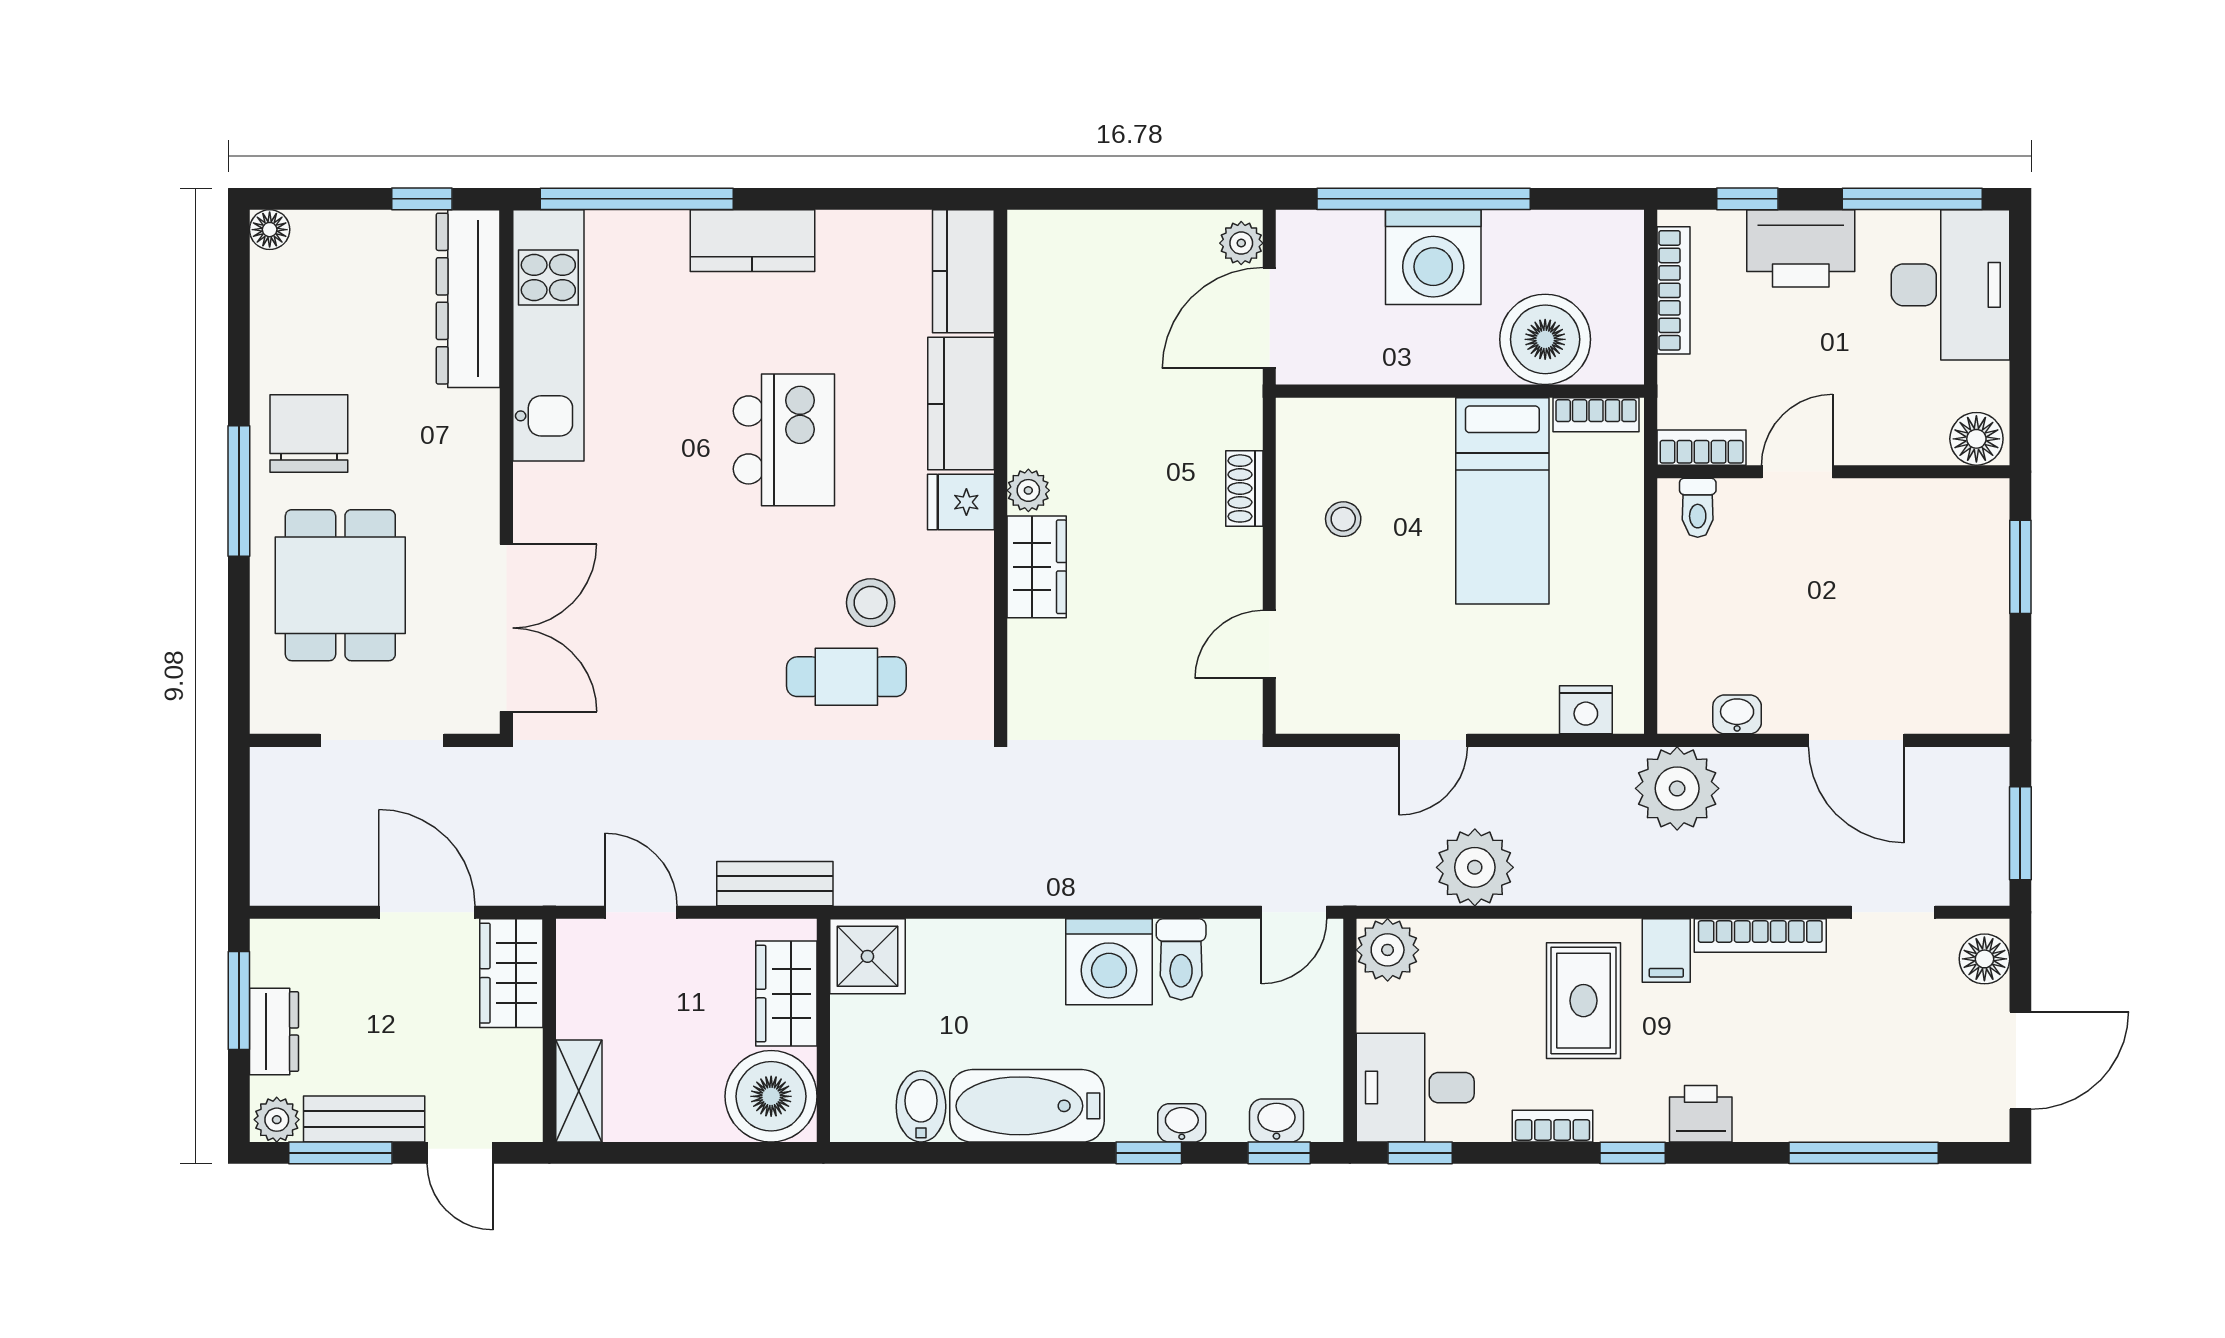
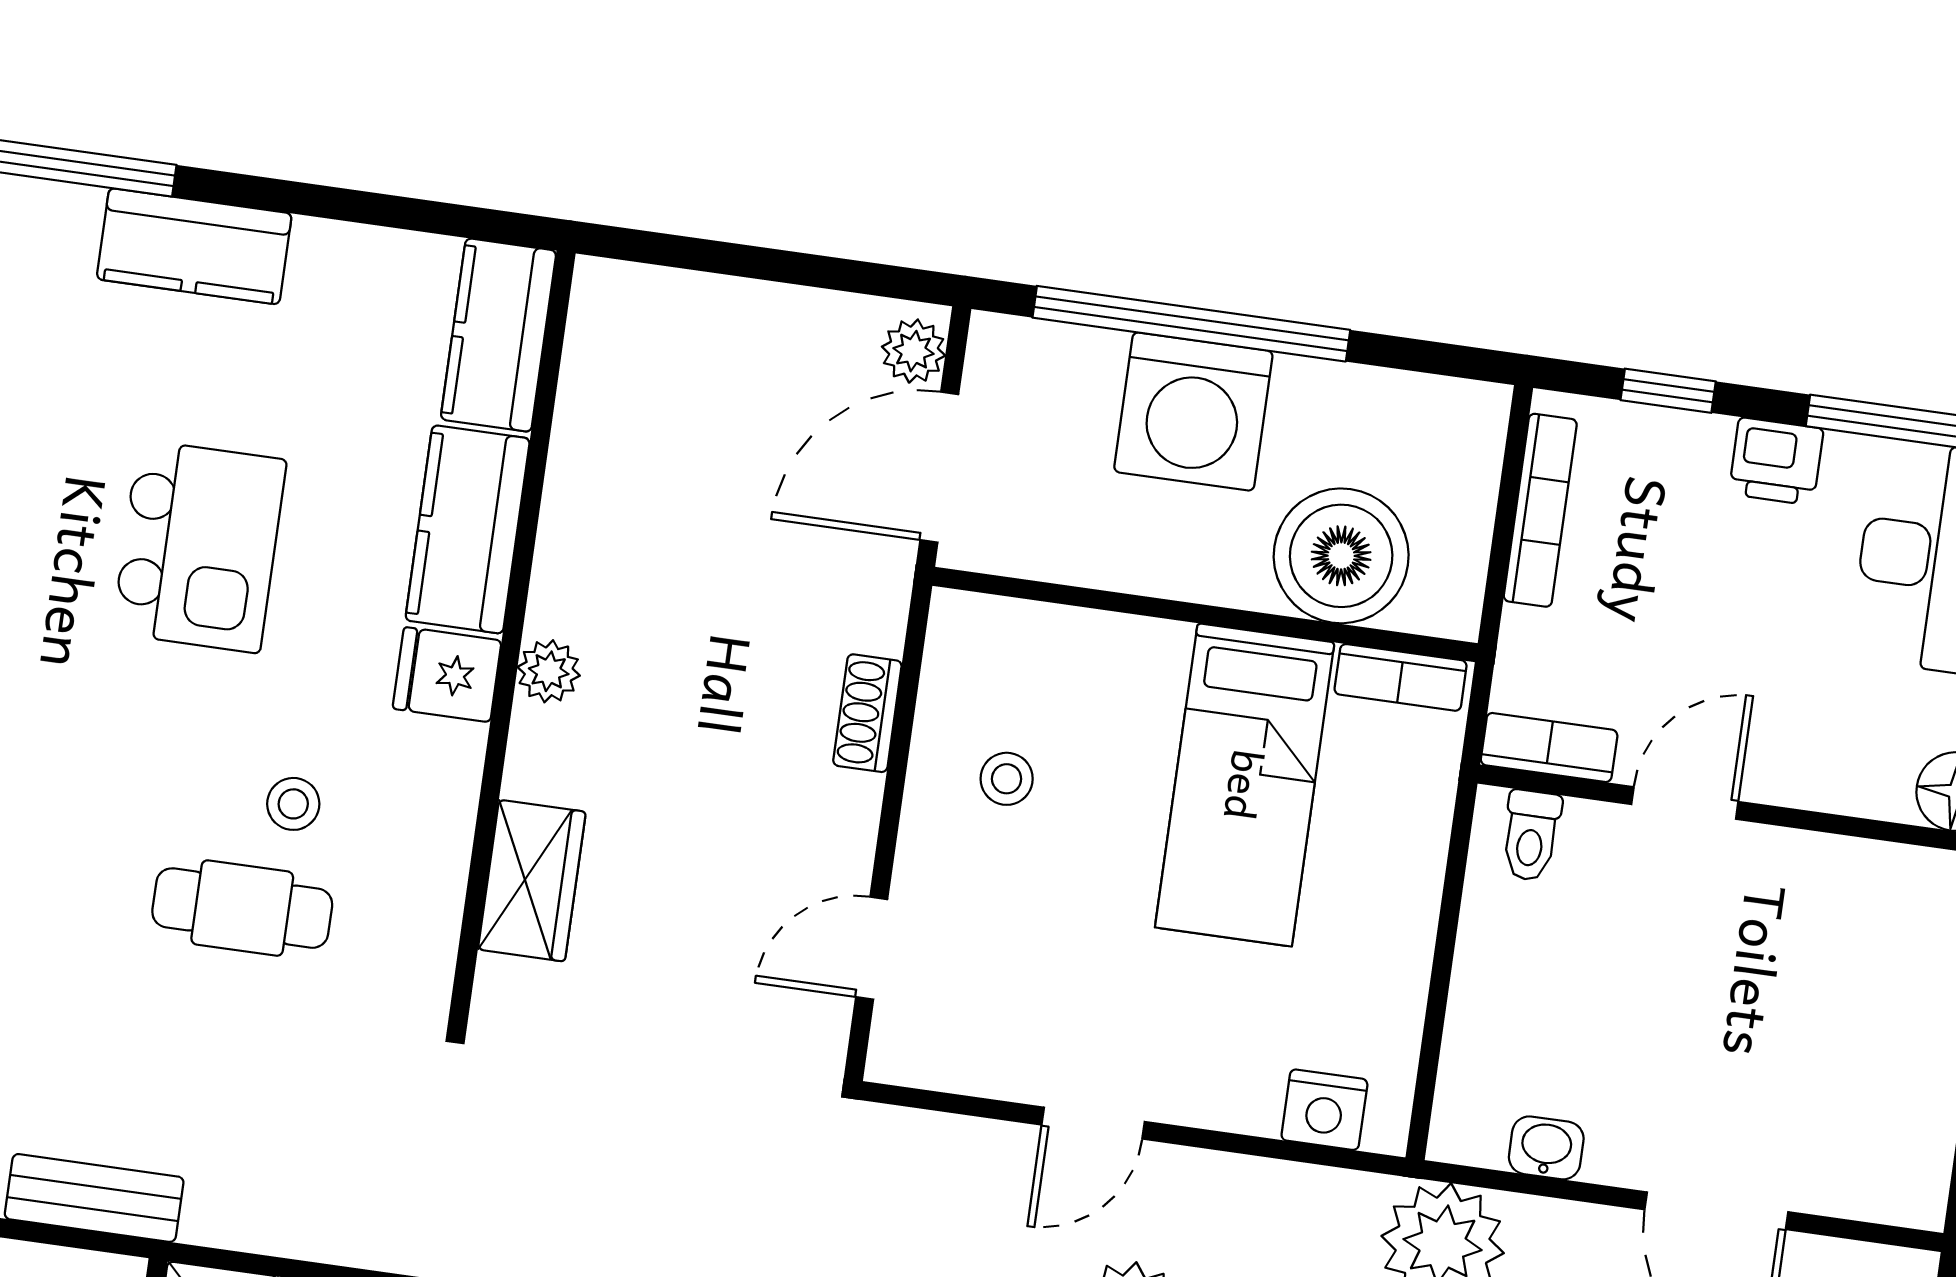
printer: (1801, 248) -> (1776, 461), width x0.53, depth x0.68
wardrobe: (1037, 567) -> (532, 881), moved
stool: (871, 603) -> (293, 804), width x0.73, depth x0.73

